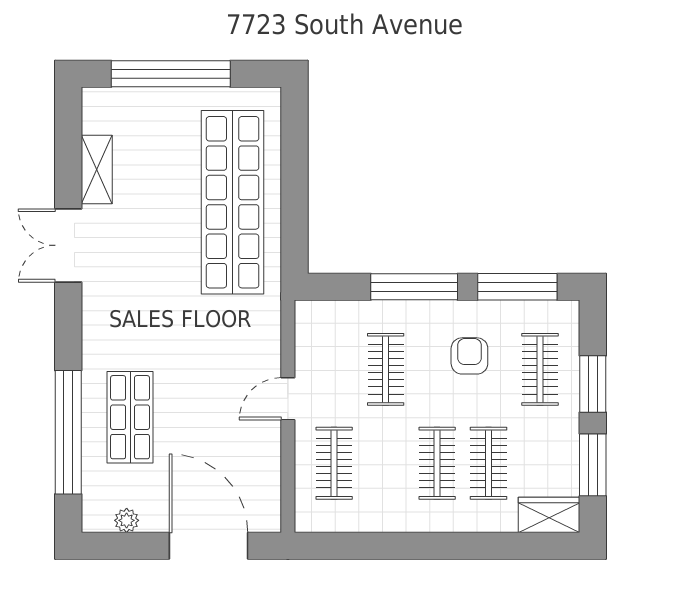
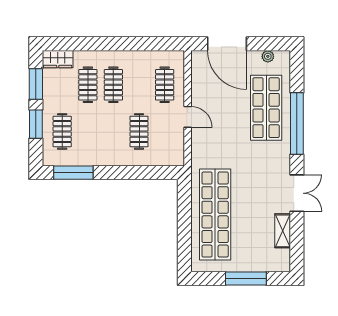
window: (171, 74) -> (246, 279), width x0.68
window: (414, 287) -> (125, 173), removed
armchair: (469, 356) -> (97, 138), removed
door: (288, 399) -> (188, 117), hinge flipped
shop shelf: (130, 417) -> (266, 108), width x1.43, depth x1.36
window: (68, 432) -> (297, 123), moved

